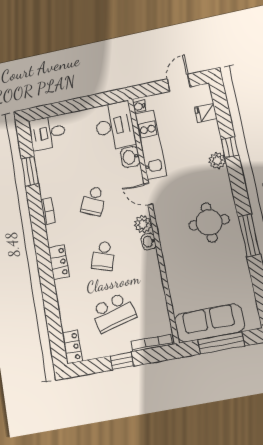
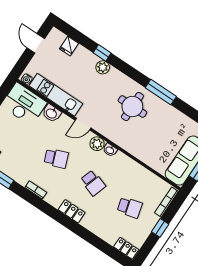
school desk: (94, 201) -> (56, 158), turned -45
school desk: (113, 312) -> (130, 207), width x0.54

